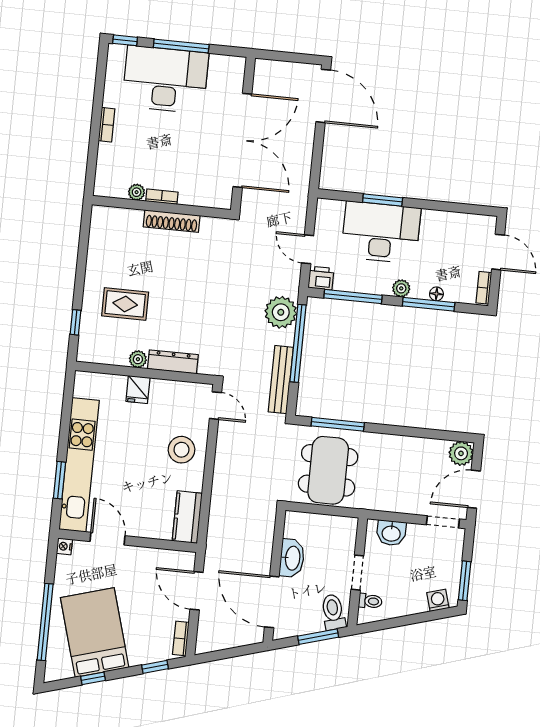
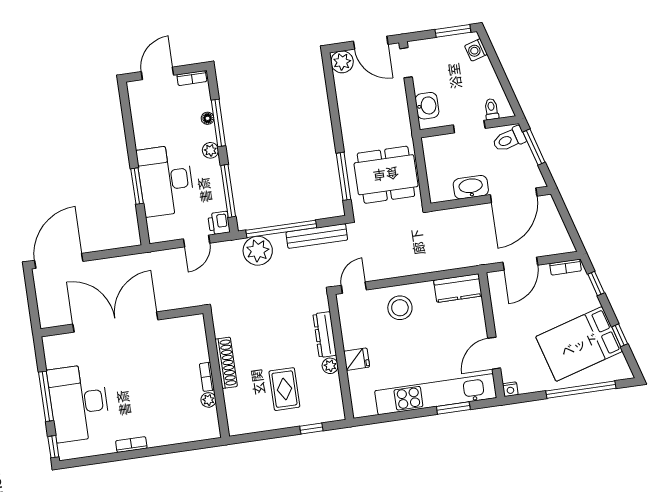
plant: (137, 192) -> (208, 400), moved
bookcase: (162, 197) -> (207, 377), moved
wall: (161, 207) -> (216, 375), moved
shoe rack: (172, 221) -> (226, 363), moved

